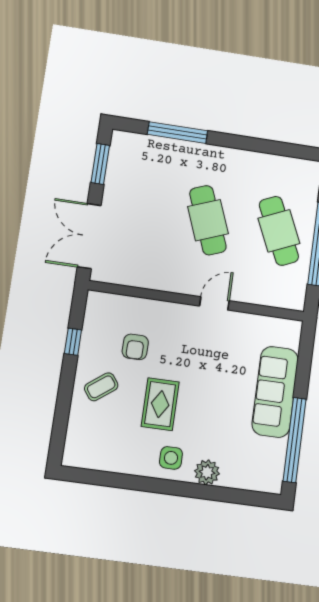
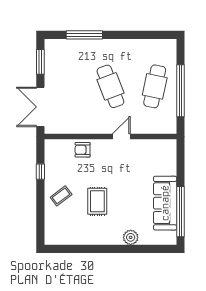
cafe table: (279, 231) -> (155, 86), turned 36
armchair: (135, 347) -> (83, 150), moved, turned 90
sofa: (275, 392) -> (165, 203), moved
side table: (171, 458) -> (108, 232), removed

